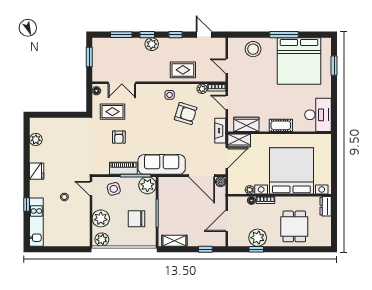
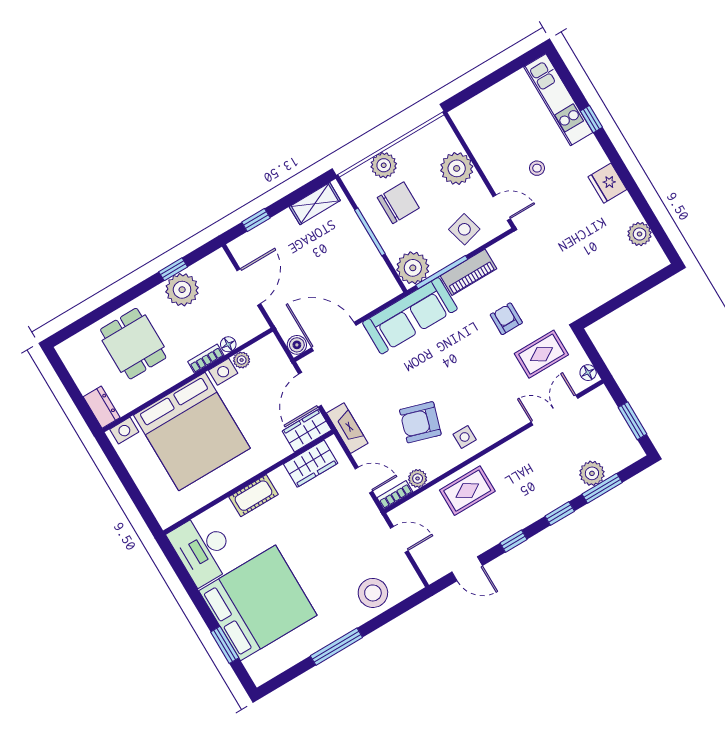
plant: (152, 44) -> (592, 473), moved
bed: (299, 61) -> (258, 603), moved, turned 90
plant: (102, 240) -> (384, 165), moved

